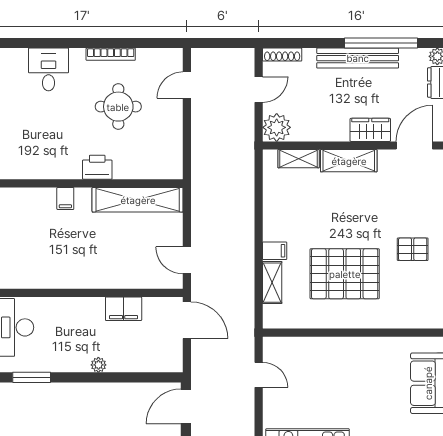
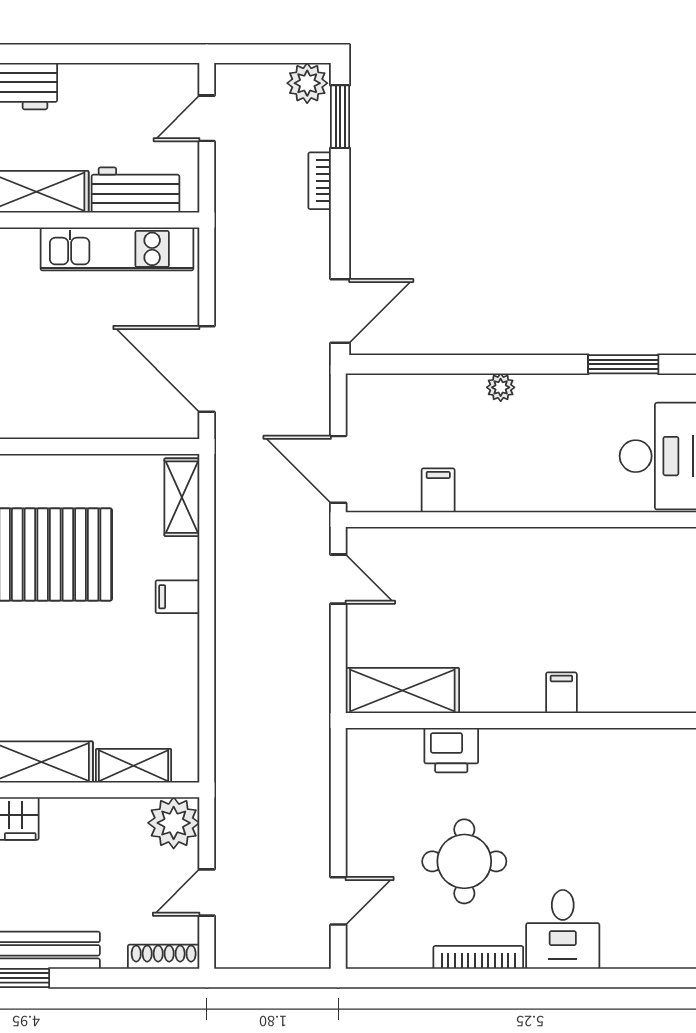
desk: (49, 69) -> (563, 929), moved
printer: (97, 167) -> (451, 750), moved
shelving: (138, 200) -> (402, 690), width x0.68
shelving: (272, 283) -> (182, 497), moved
filing cabinet: (124, 309) -> (438, 490), width x0.50
door: (259, 375) -> (207, 369), width x1.88

